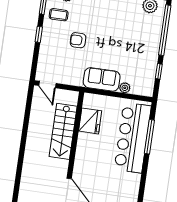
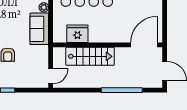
window: (20, 161) -> (122, 90), added

